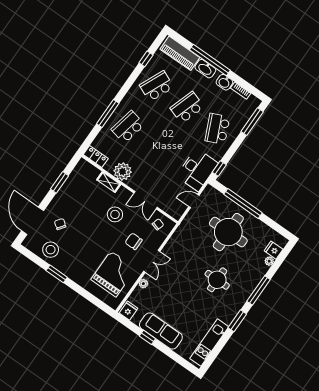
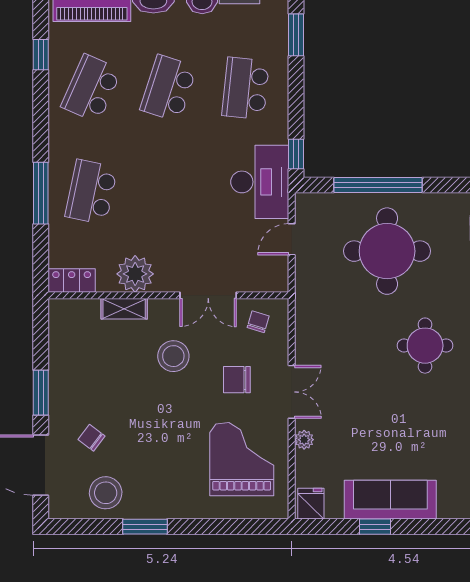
window: (252, 122) -> (296, 35), width x0.69
school desk: (217, 129) -> (246, 88), turned 30
window: (59, 182) -> (41, 393), moved

